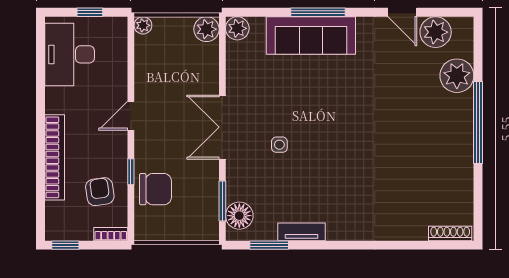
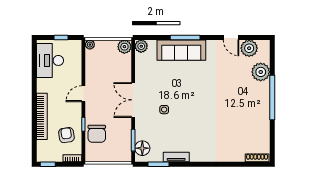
chair: (155, 189) -> (97, 134), turned 90

